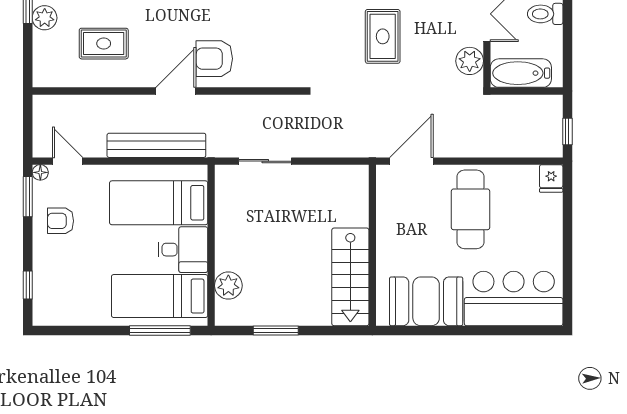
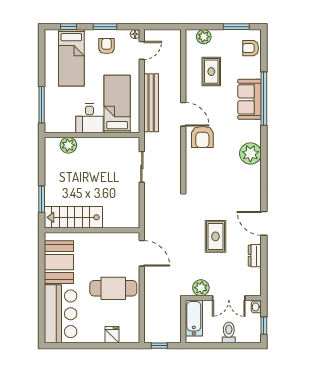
plant: (45, 18) -> (204, 37), moved
rug: (383, 36) -> (215, 236), turned 90
armchair: (214, 59) -> (202, 137), turned 180
fridge: (551, 178) -> (112, 335), moved, turned 90
window: (28, 197) -> (105, 27), moved
bed: (160, 296) -> (71, 58), moved, turned 180
window: (276, 330) -> (42, 199), moved

